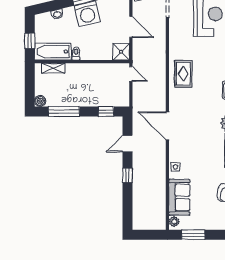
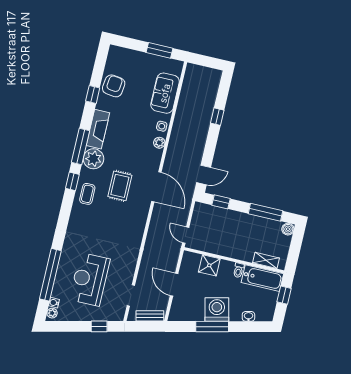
shower: (121, 52) -> (209, 265), moved
rug: (183, 74) -> (120, 186), moved
door: (167, 126) -> (156, 187), moved
door: (127, 144) -> (204, 175), moved
window: (127, 175) -> (217, 117), moved
plant: (174, 222) -> (159, 143), moved

